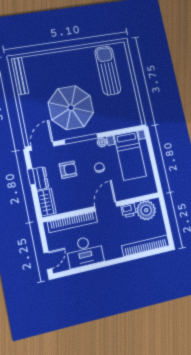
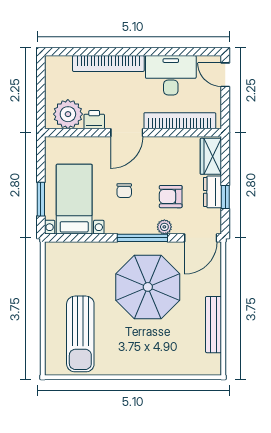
bench: (20, 76) -> (214, 325), moved
plant: (102, 142) -> (164, 227), moved
window: (151, 151) -> (41, 199), added
bookcase: (146, 246) -> (108, 63), moved
door: (48, 261) -> (225, 75), hinge flipped

